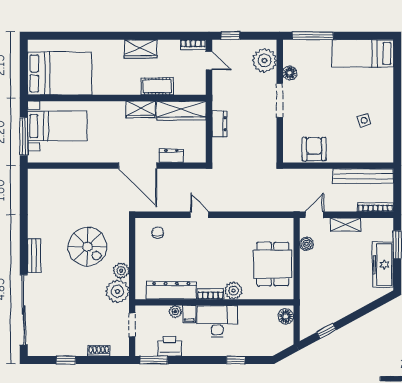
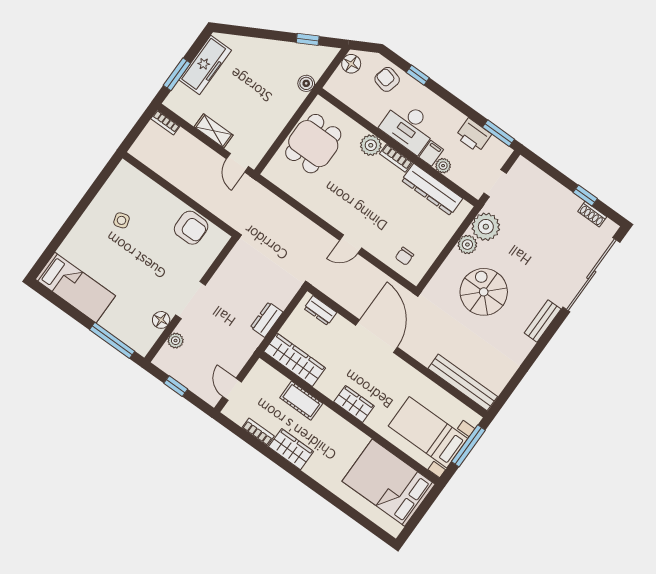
window: (230, 36) -> (176, 386), moved
bookcase: (193, 45) -> (258, 432), moved
plant: (265, 60) -> (176, 341), width x0.53, depth x0.53
wardrobe: (141, 109) -> (354, 404), moved
armchair: (314, 149) -> (191, 228), turned -90
dresser: (171, 156) -> (320, 310), moved
bench: (364, 176) -> (463, 382), moved
bookcase: (375, 207) -> (165, 122), width x0.64
door: (200, 215) -> (351, 244), hinge flipped
door: (314, 215) -> (237, 163), hinge flipped
boiler: (306, 244) -> (306, 83), moved
floor lamp: (286, 316) -> (351, 64), moved
armchair: (254, 342) -> (387, 79), added
shoe rack: (99, 351) -> (592, 214), moved

